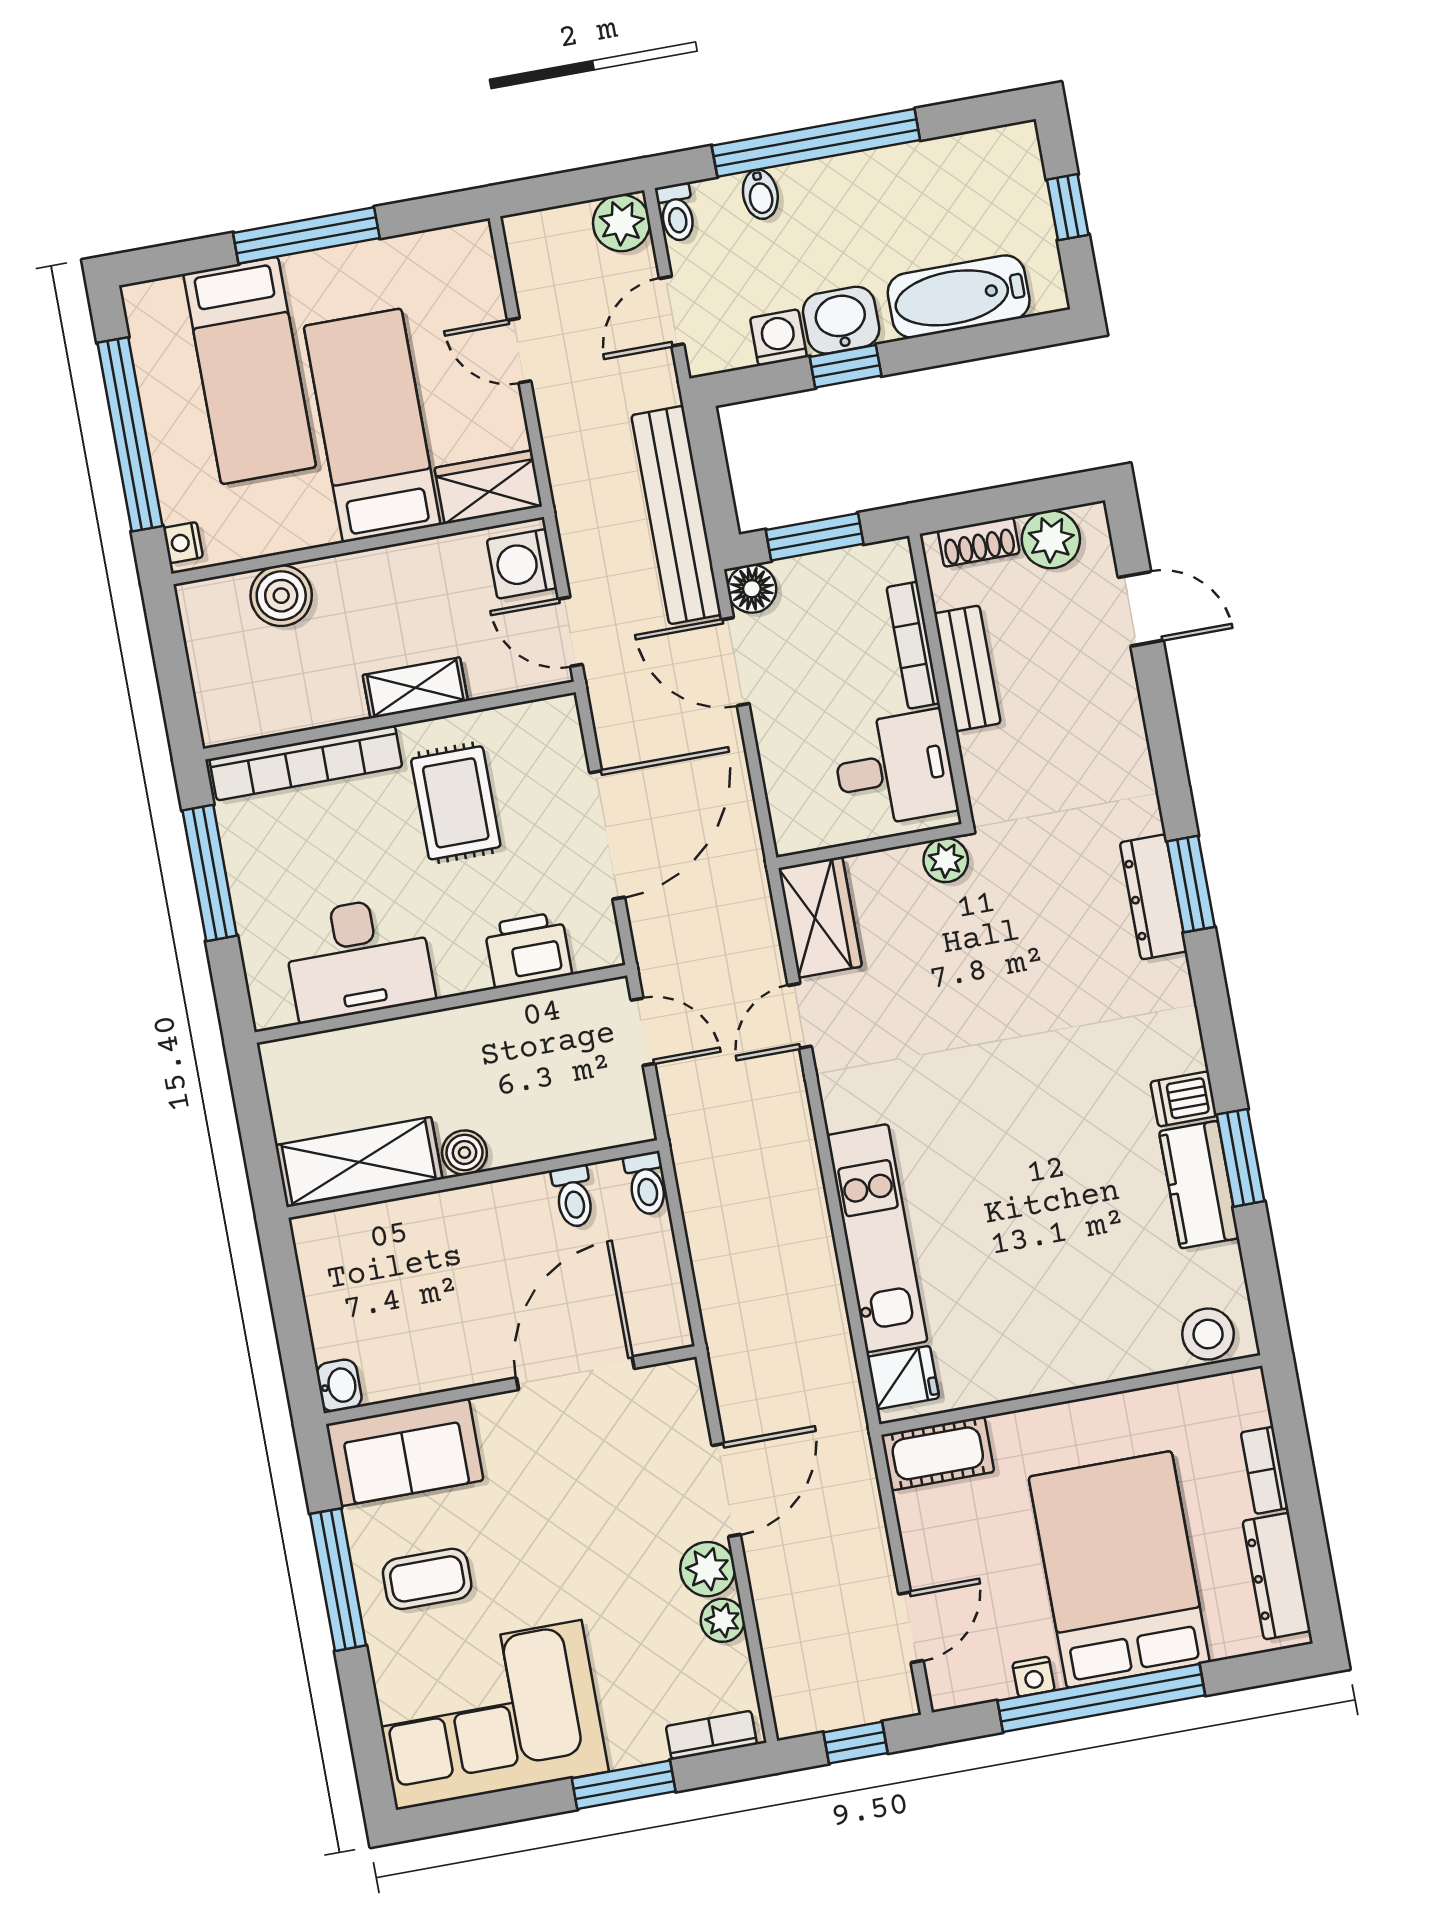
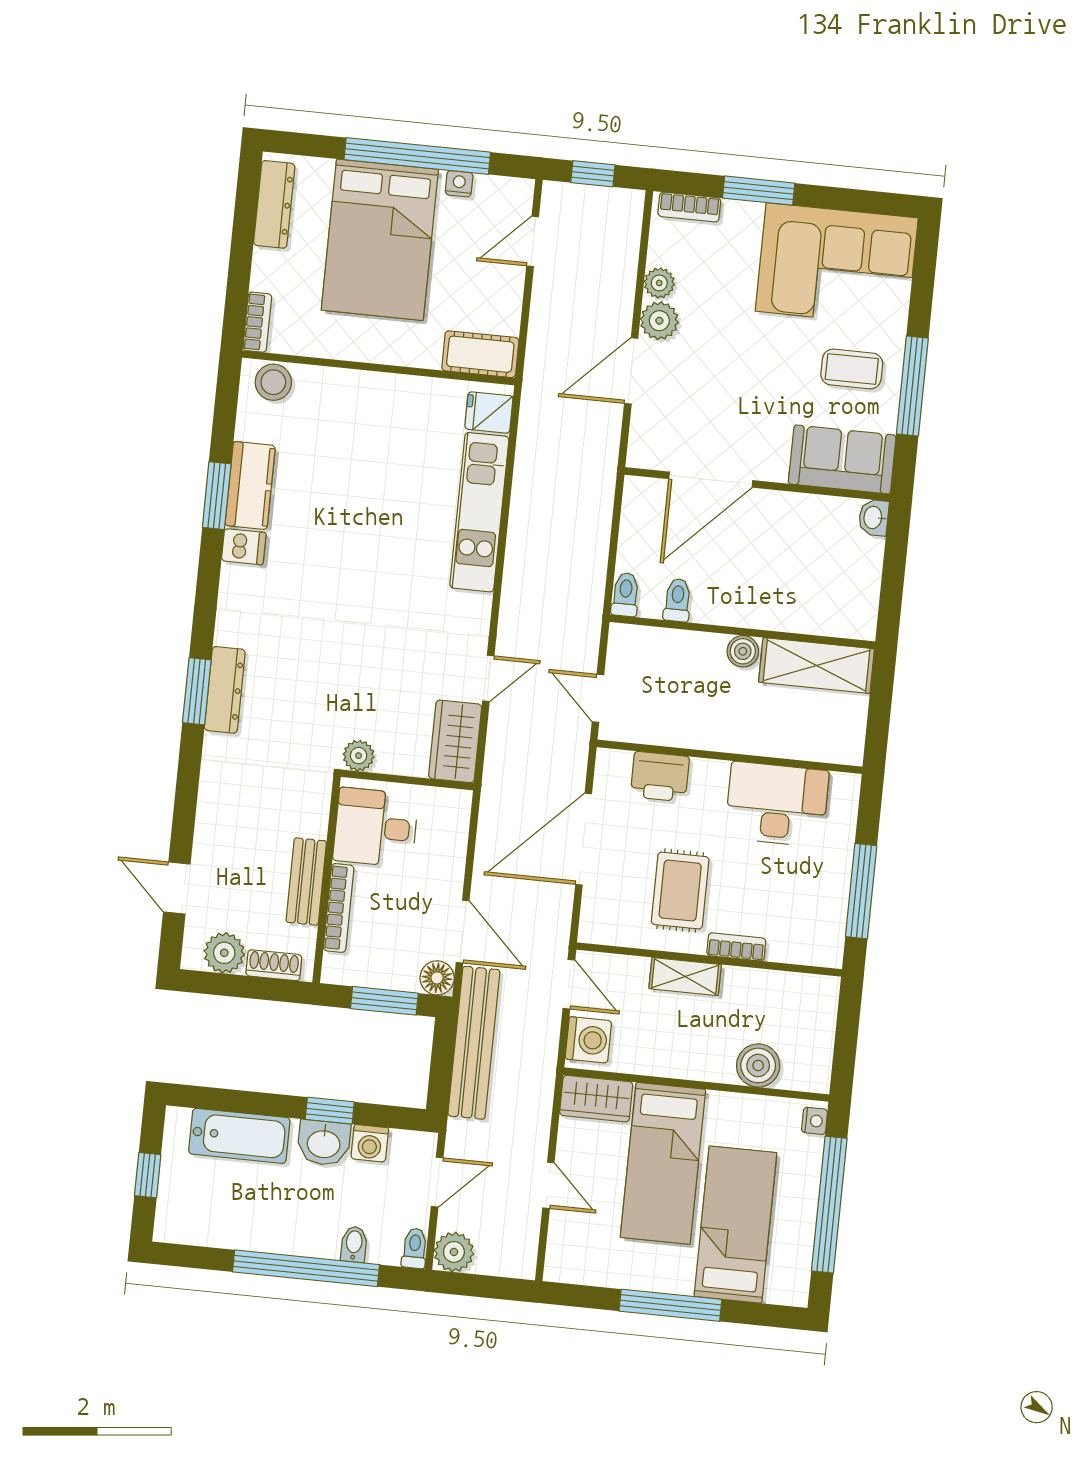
bookcase: (306, 763) -> (736, 947), width x0.43, depth x0.76
bookcase: (1264, 1470) -> (257, 322), moved

